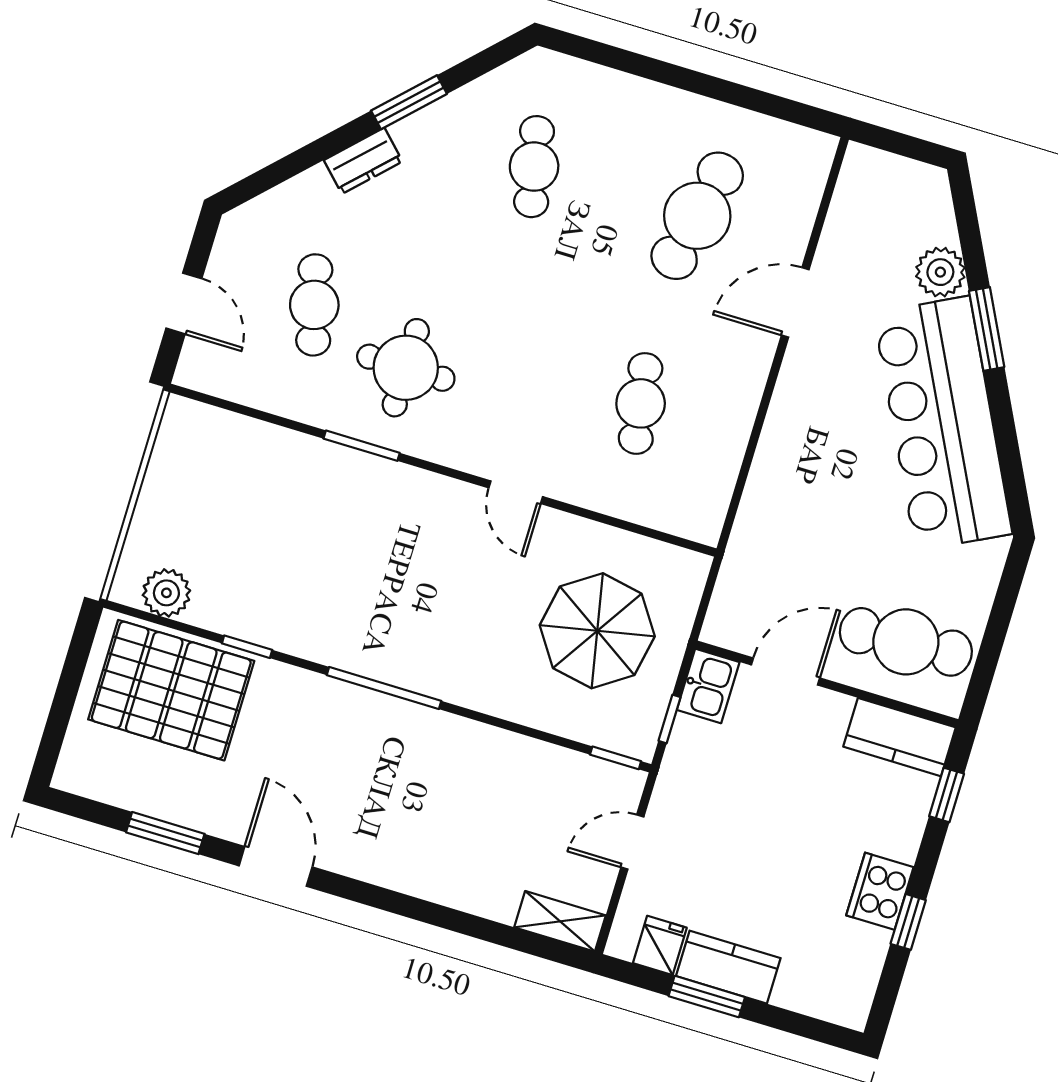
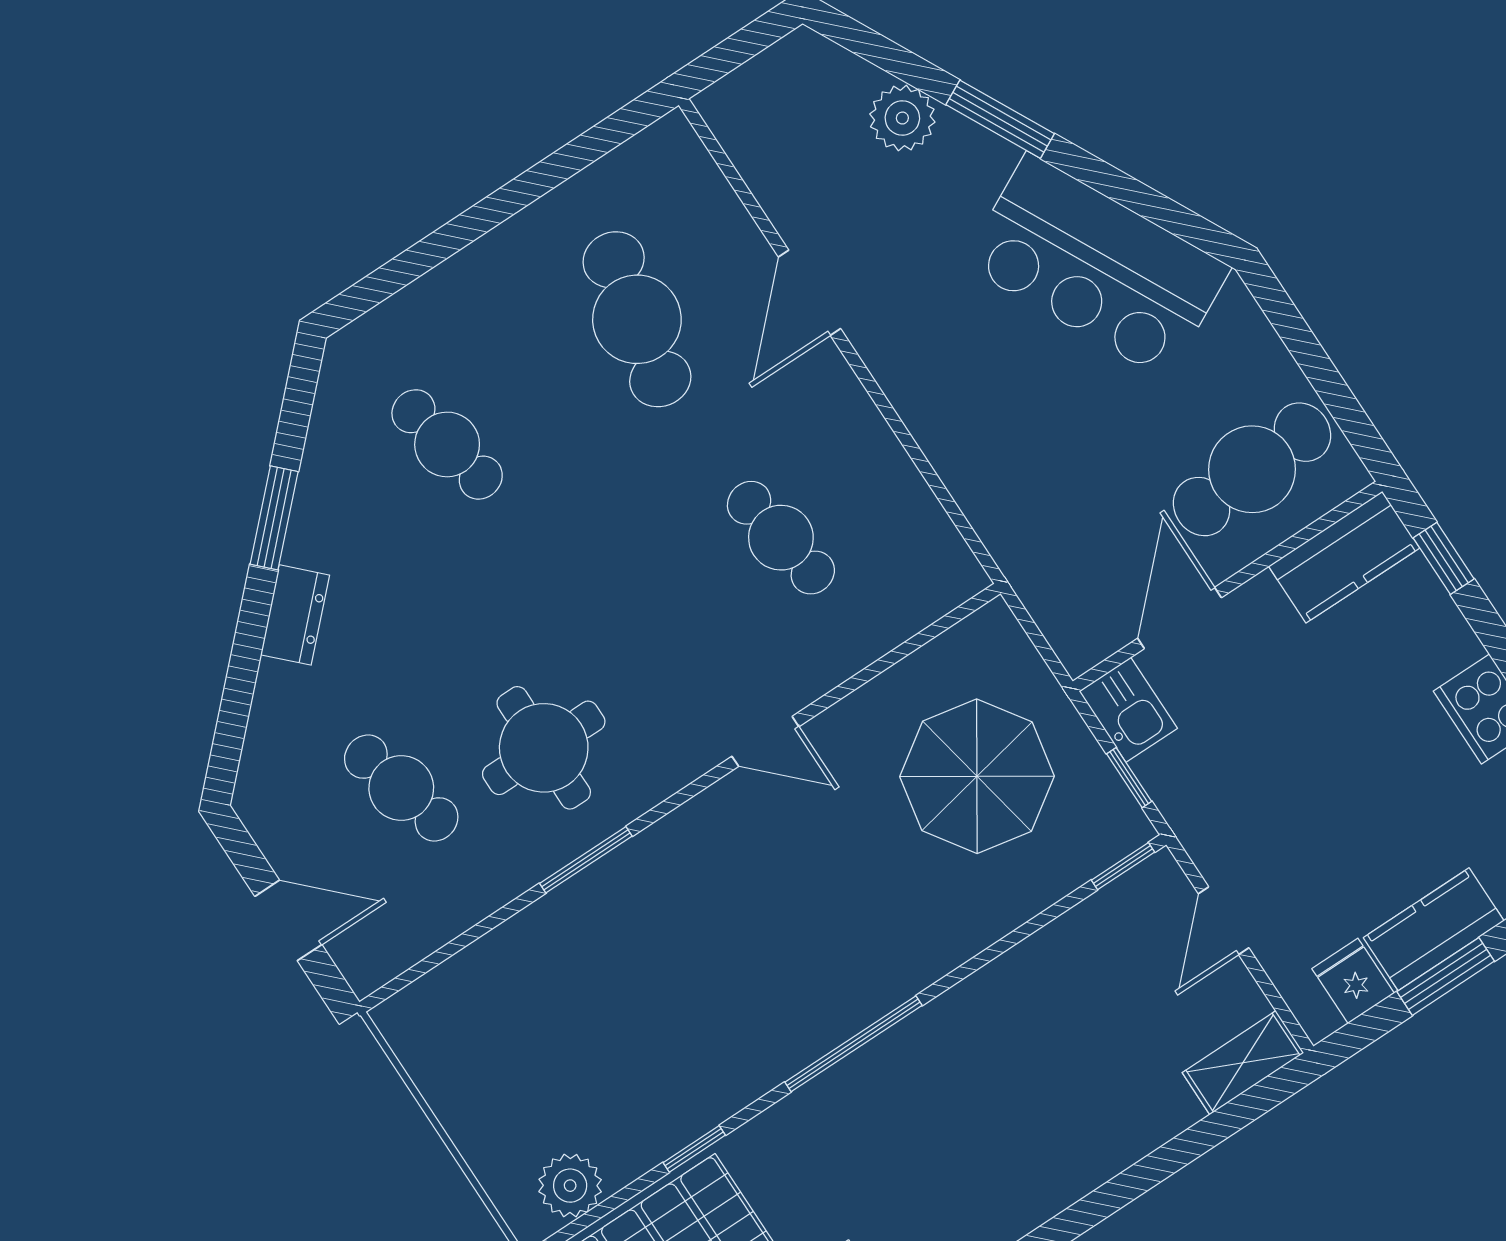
bar counter: (943, 423) -> (1097, 266), width x0.73

